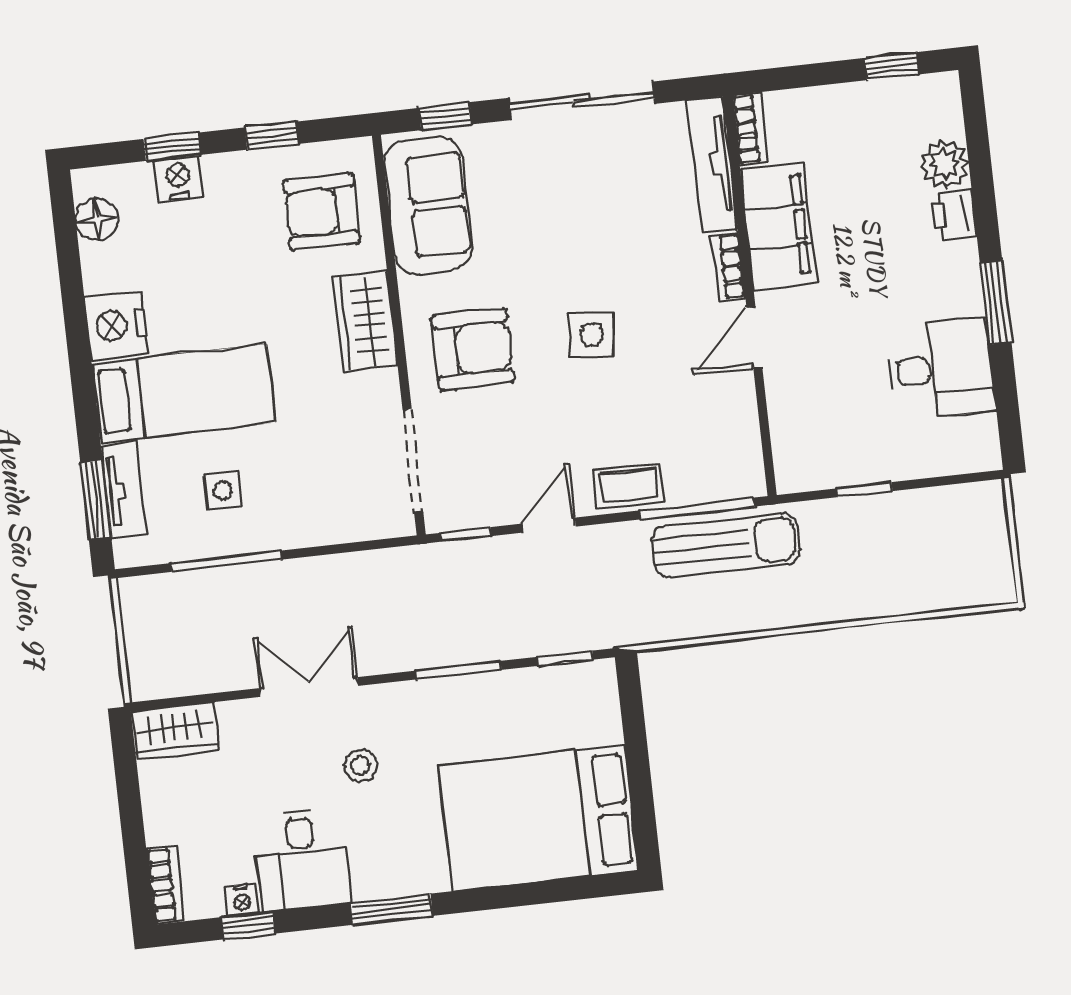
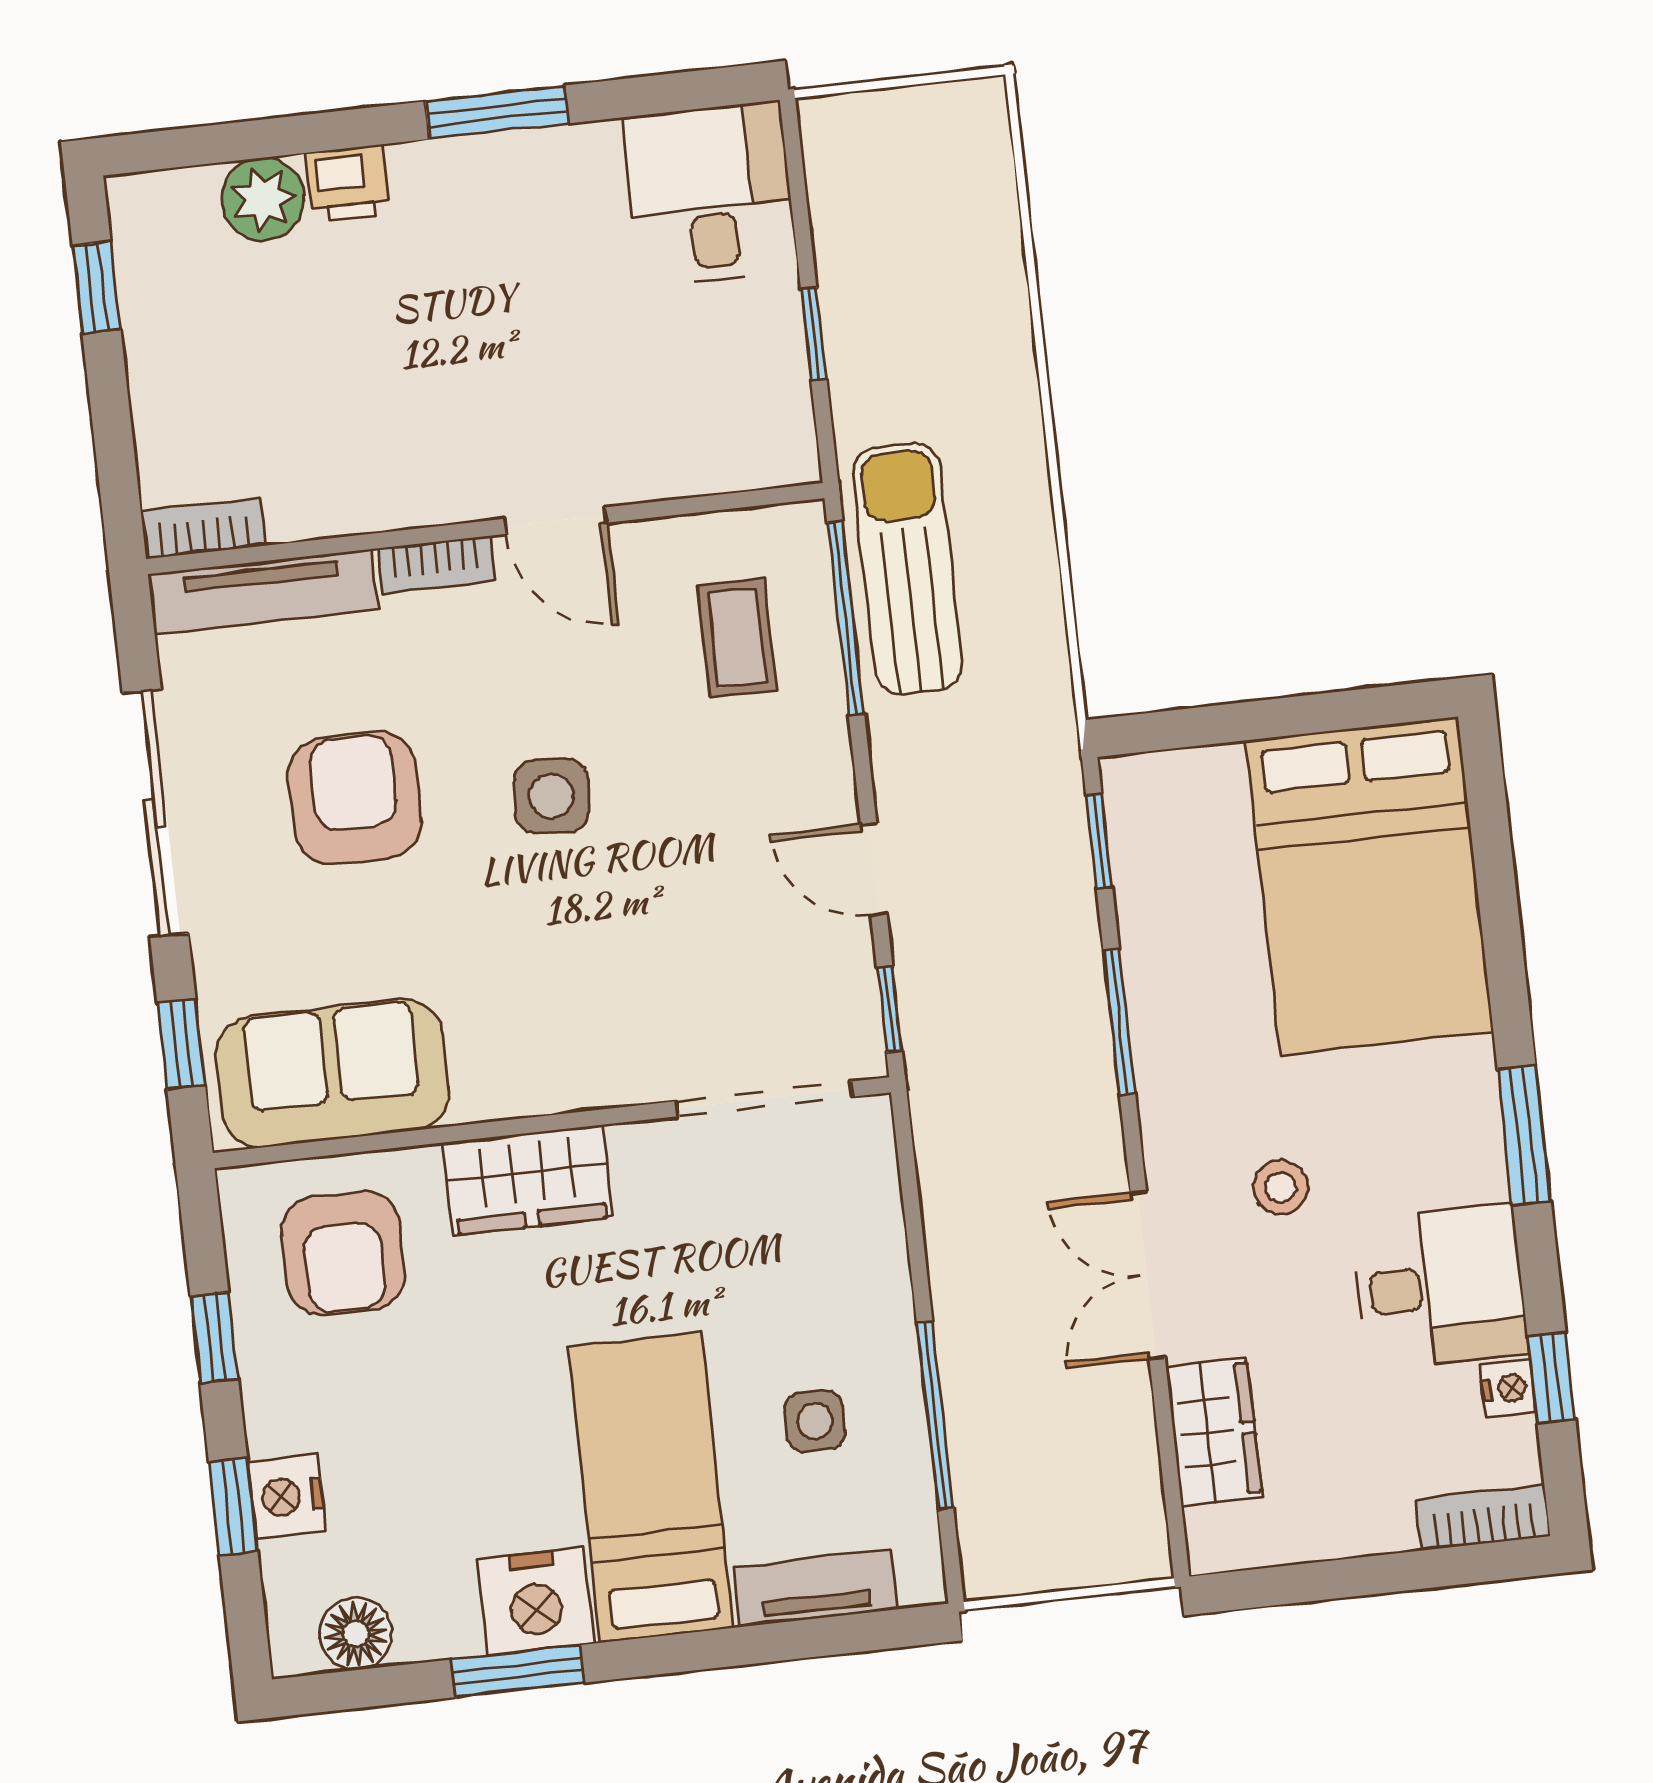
filing cabinet: (778, 227) -> (368, 480), removed
armchair: (473, 349) -> (355, 798), moved
desk: (941, 368) -> (710, 194), moved
coffee table: (628, 486) -> (737, 638), moved
window: (96, 500) -> (518, 1671), moved
wardrobe: (175, 731) -> (1214, 1432), moved

